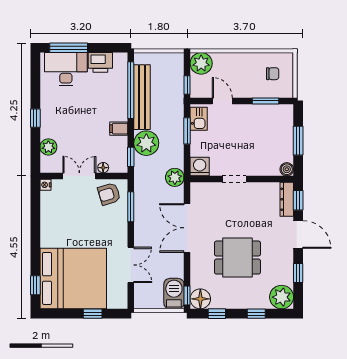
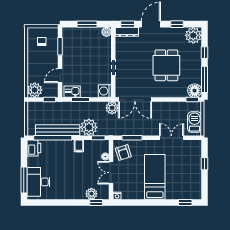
printer: (100, 62) -> (34, 148), moved
window: (35, 118) -> (96, 203), moved
double door: (187, 228) -> (135, 100), moved
bed: (73, 278) -> (155, 177), moved, width x0.49
barbecue: (174, 294) -> (195, 122), moved, turned 90
window: (217, 314) -> (205, 79), width x2.17

